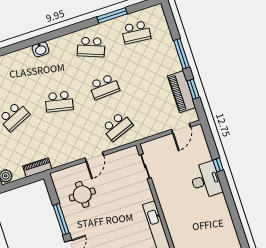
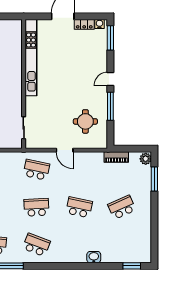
washbasin: (40, 49) -> (94, 257), moved
school desk: (117, 126) -> (36, 170), turned 33
door: (94, 157) -> (65, 150), swing flipped

